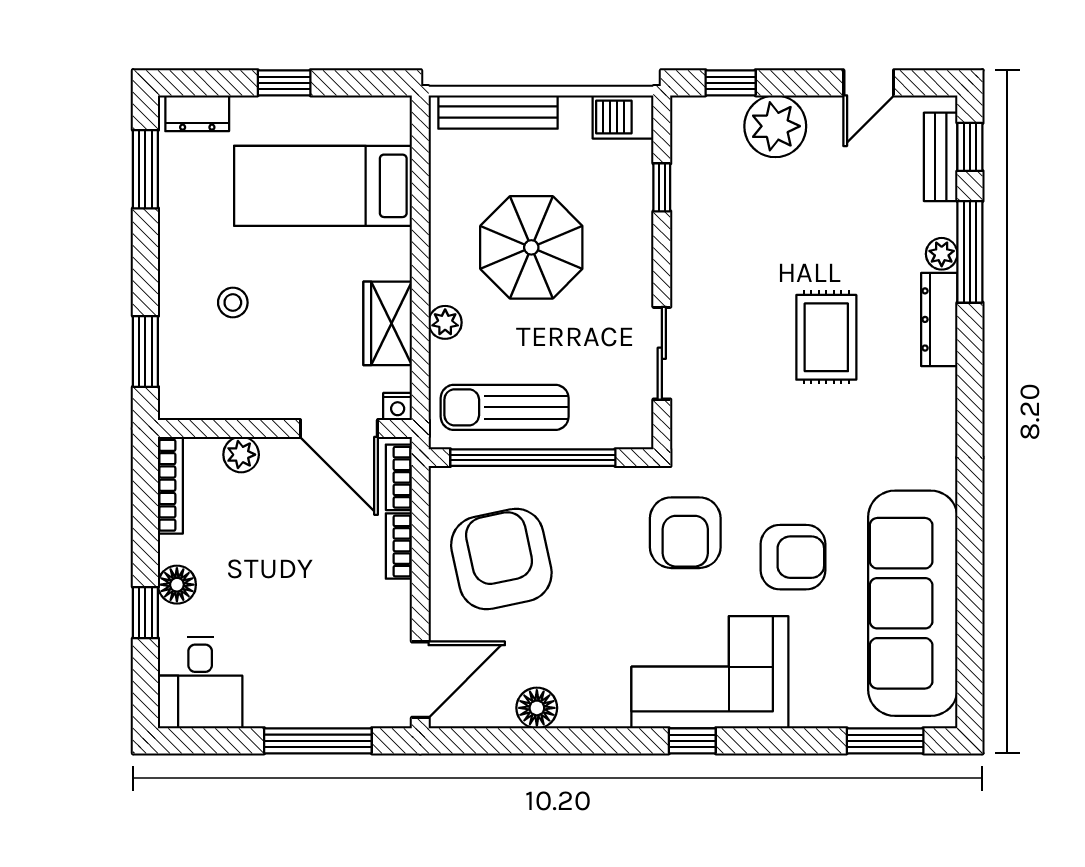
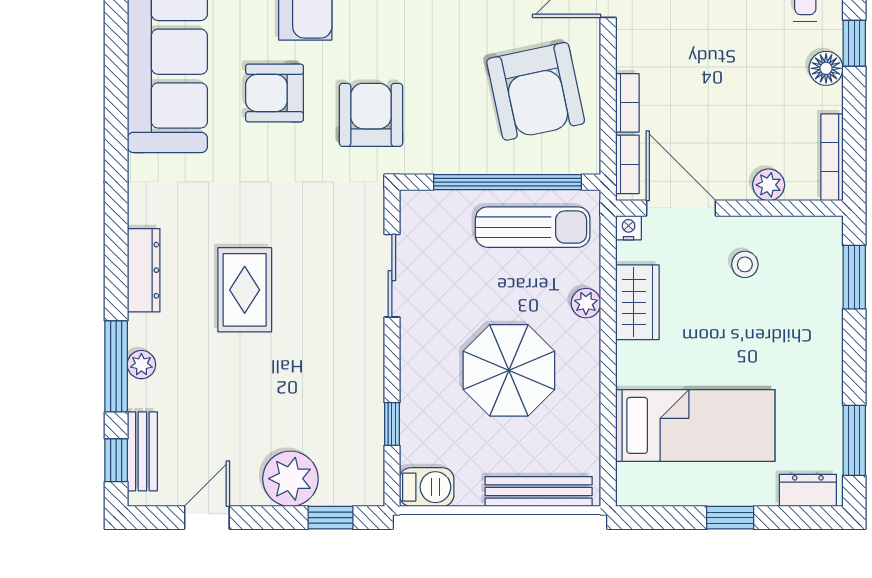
stool: (233, 303) -> (745, 264), moved
dresser: (939, 319) -> (144, 270), moved

